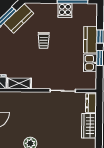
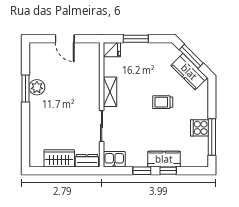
kitchen sink: (90, 63) -> (114, 159), moved
shelving: (19, 83) -> (110, 92), moved

